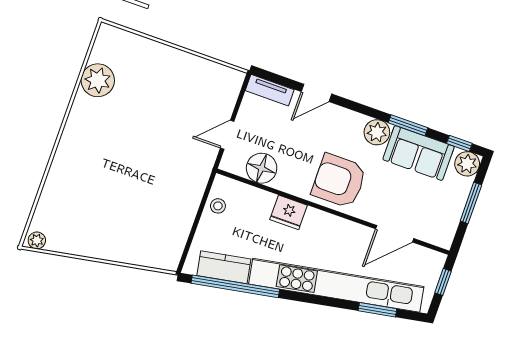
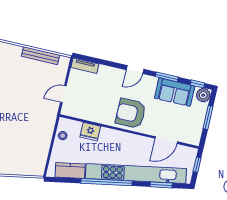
bench: (195, 64) -> (40, 56), added
door: (316, 93) -> (135, 69), moved
plant: (377, 132) -> (149, 83), removed
floor lamp: (262, 168) -> (85, 111), removed
fridge: (289, 212) -> (90, 132), moved
window: (235, 286) -> (106, 182), moved

